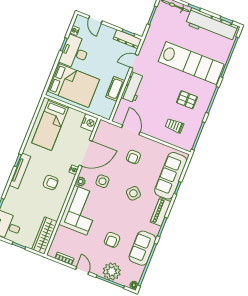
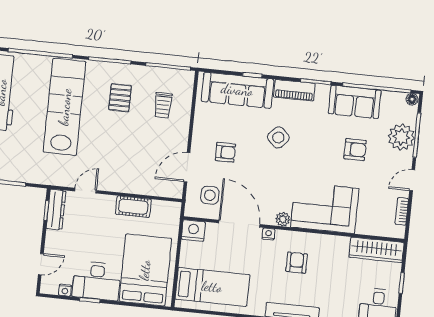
door: (134, 61) -> (86, 191), swing flipped
workbench: (133, 87) -> (124, 182), removed
side table: (102, 181) -> (210, 195), moved

